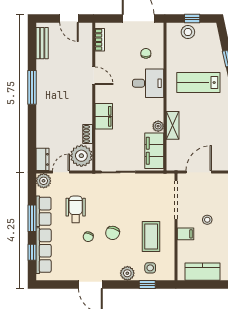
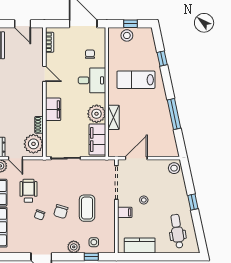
plant: (158, 126) -> (97, 114), width x1.88, depth x1.88
door: (61, 172) -> (16, 158), swing flipped
coffee table: (151, 237) -> (87, 208), moved

